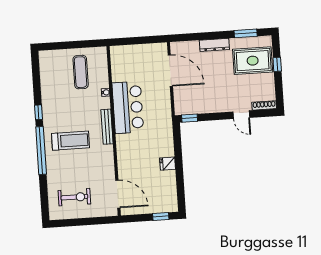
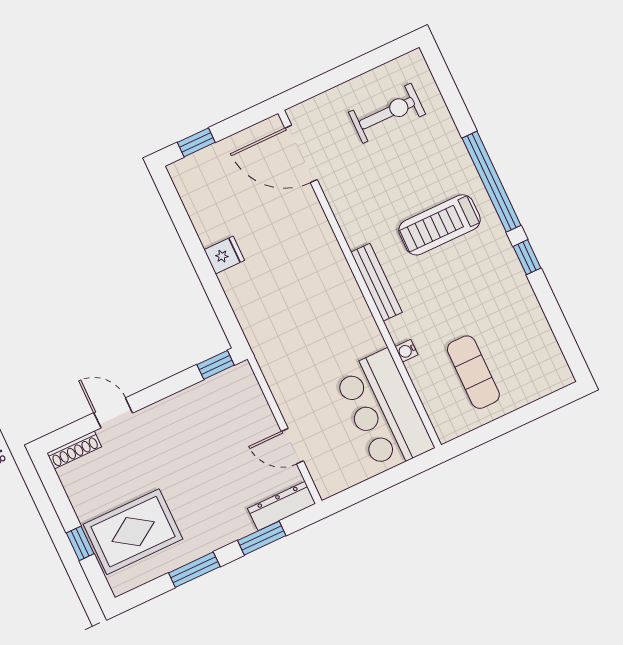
window: (246, 33) -> (194, 570), moved
window: (199, 36) -> (262, 538), added
dresser: (214, 45) -> (282, 506), moved
door: (170, 71) -> (292, 446), width x0.53
bar counter: (128, 107) -> (384, 411), moved
exercise bike: (74, 197) -> (387, 113), turned 180

